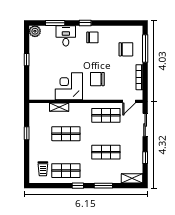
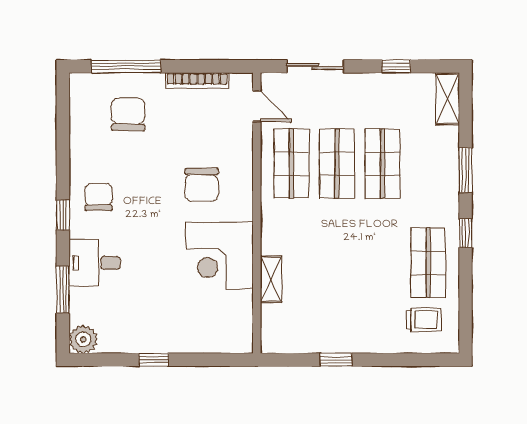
shop shelf: (66, 134) -> (337, 164), moved

